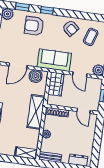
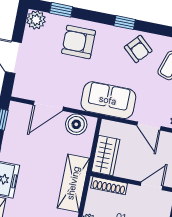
window: (47, 10) -> (125, 23), moved
wardrobe: (56, 84) -> (106, 155), moved
door: (84, 111) -> (152, 186), swing flipped

